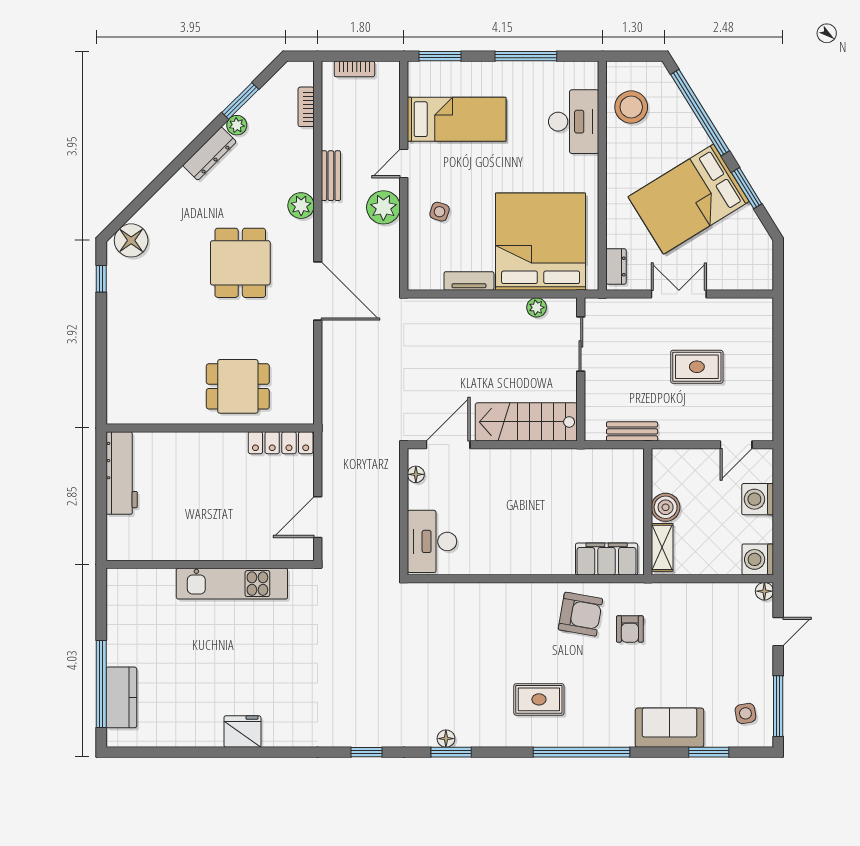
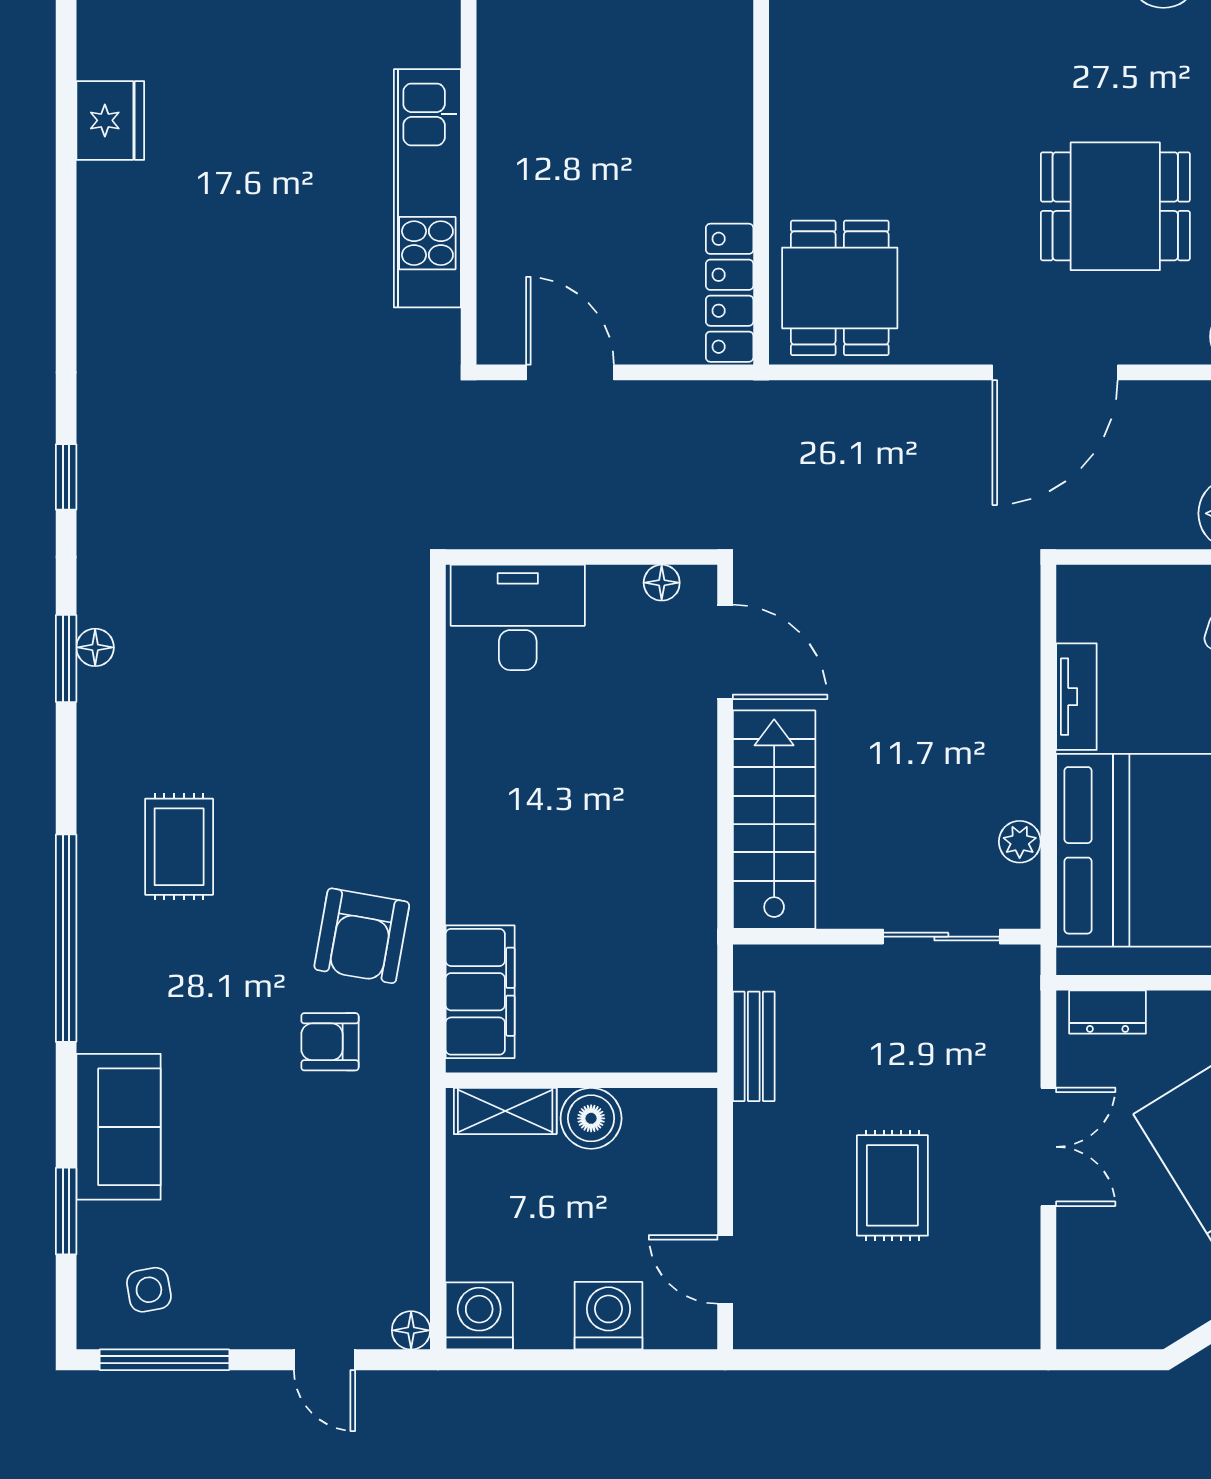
dining table: (238, 386) -> (840, 288), moved
fridge: (242, 731) -> (110, 120), moved

